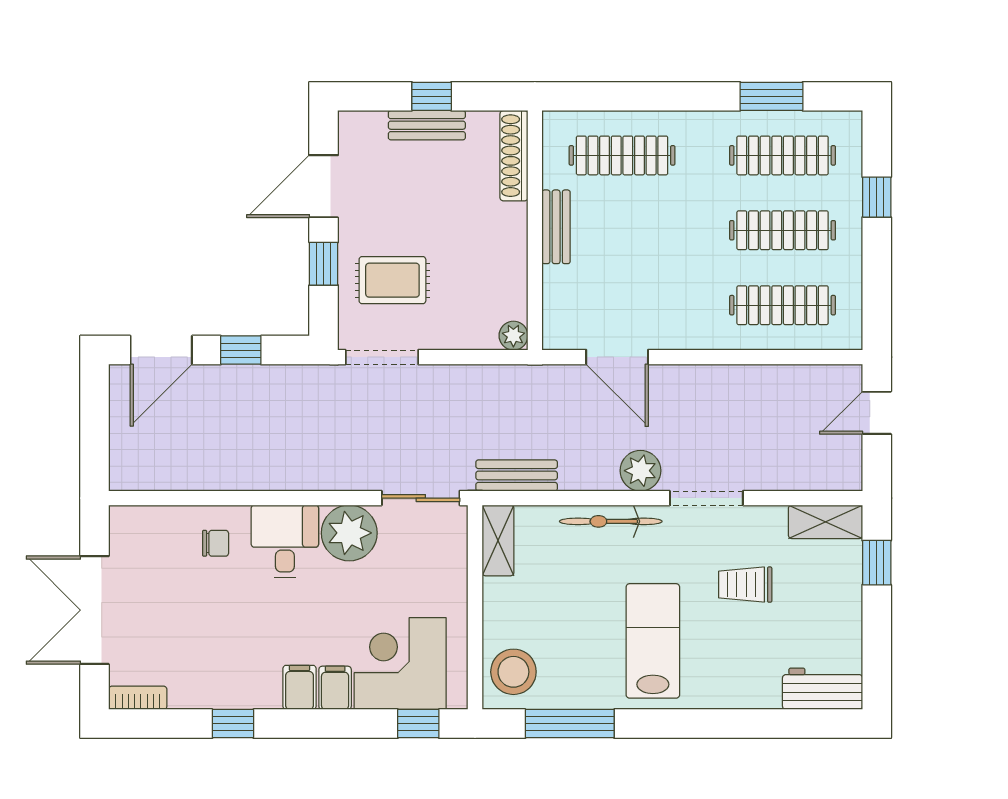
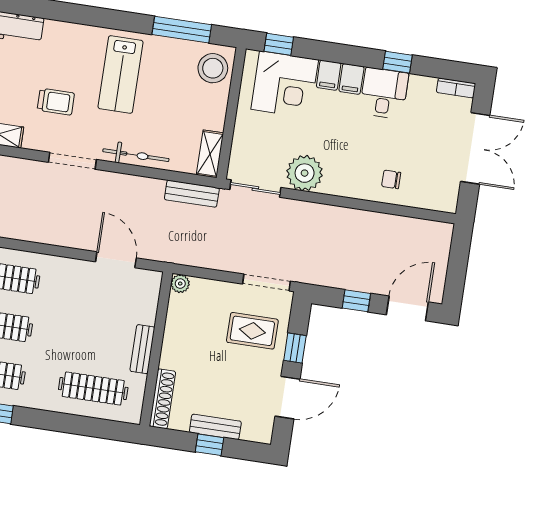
plant: (640, 471) -> (112, 185), removed
desk: (285, 541) -> (384, 93), moved, turned 180

